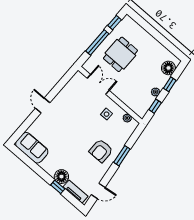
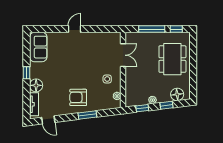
dining table: (120, 54) -> (172, 59), moved, width x1.38
window: (58, 187) -> (27, 73), moved

